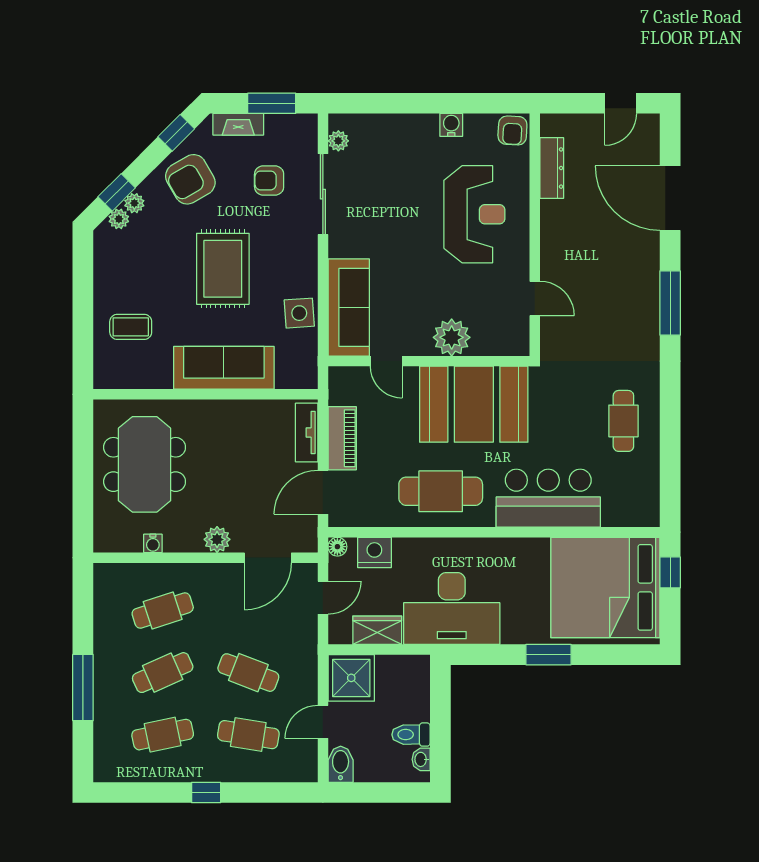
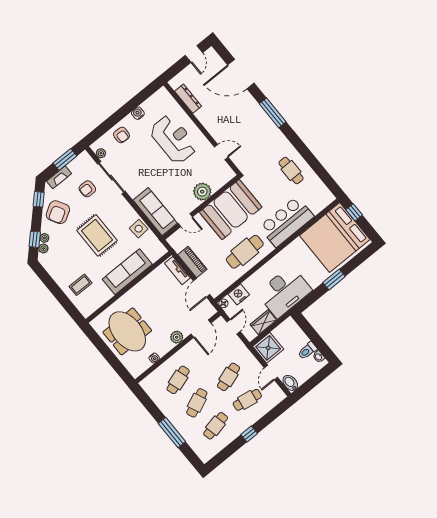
armchair: (512, 130) -> (122, 135), moved
cafe table: (248, 673) -> (229, 377), turned -39

